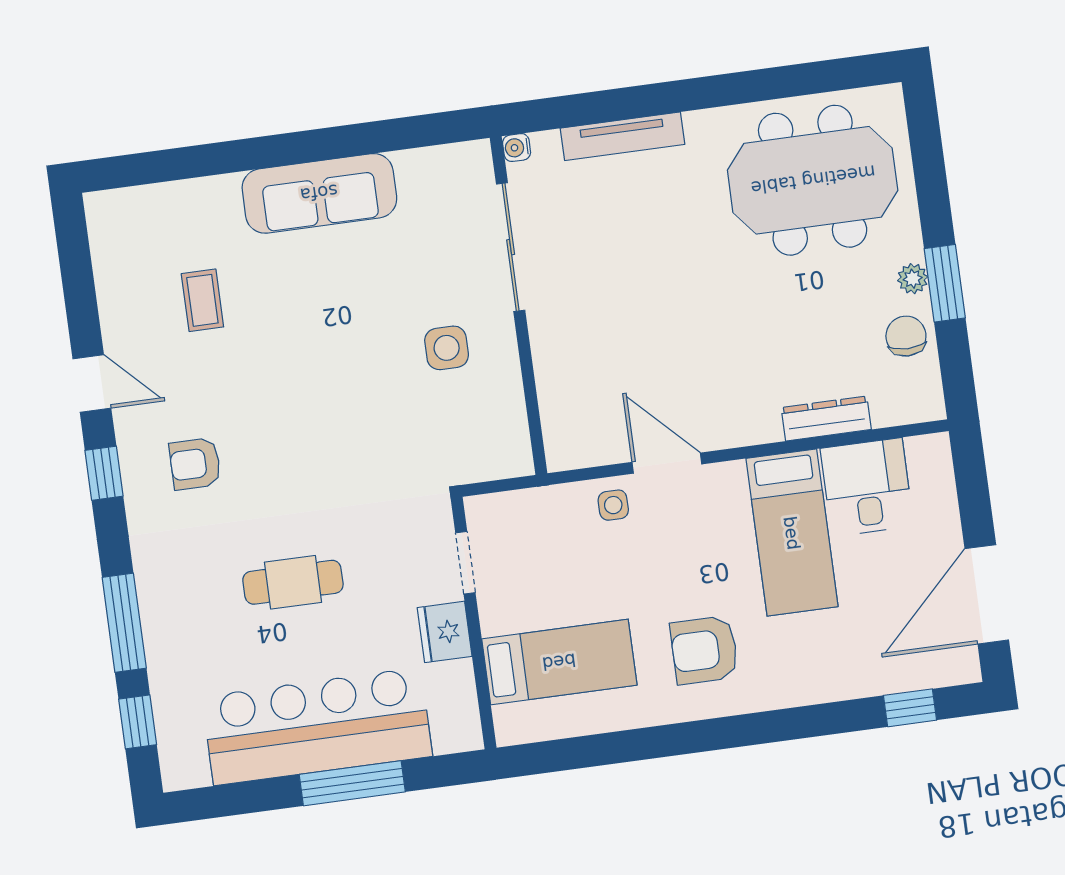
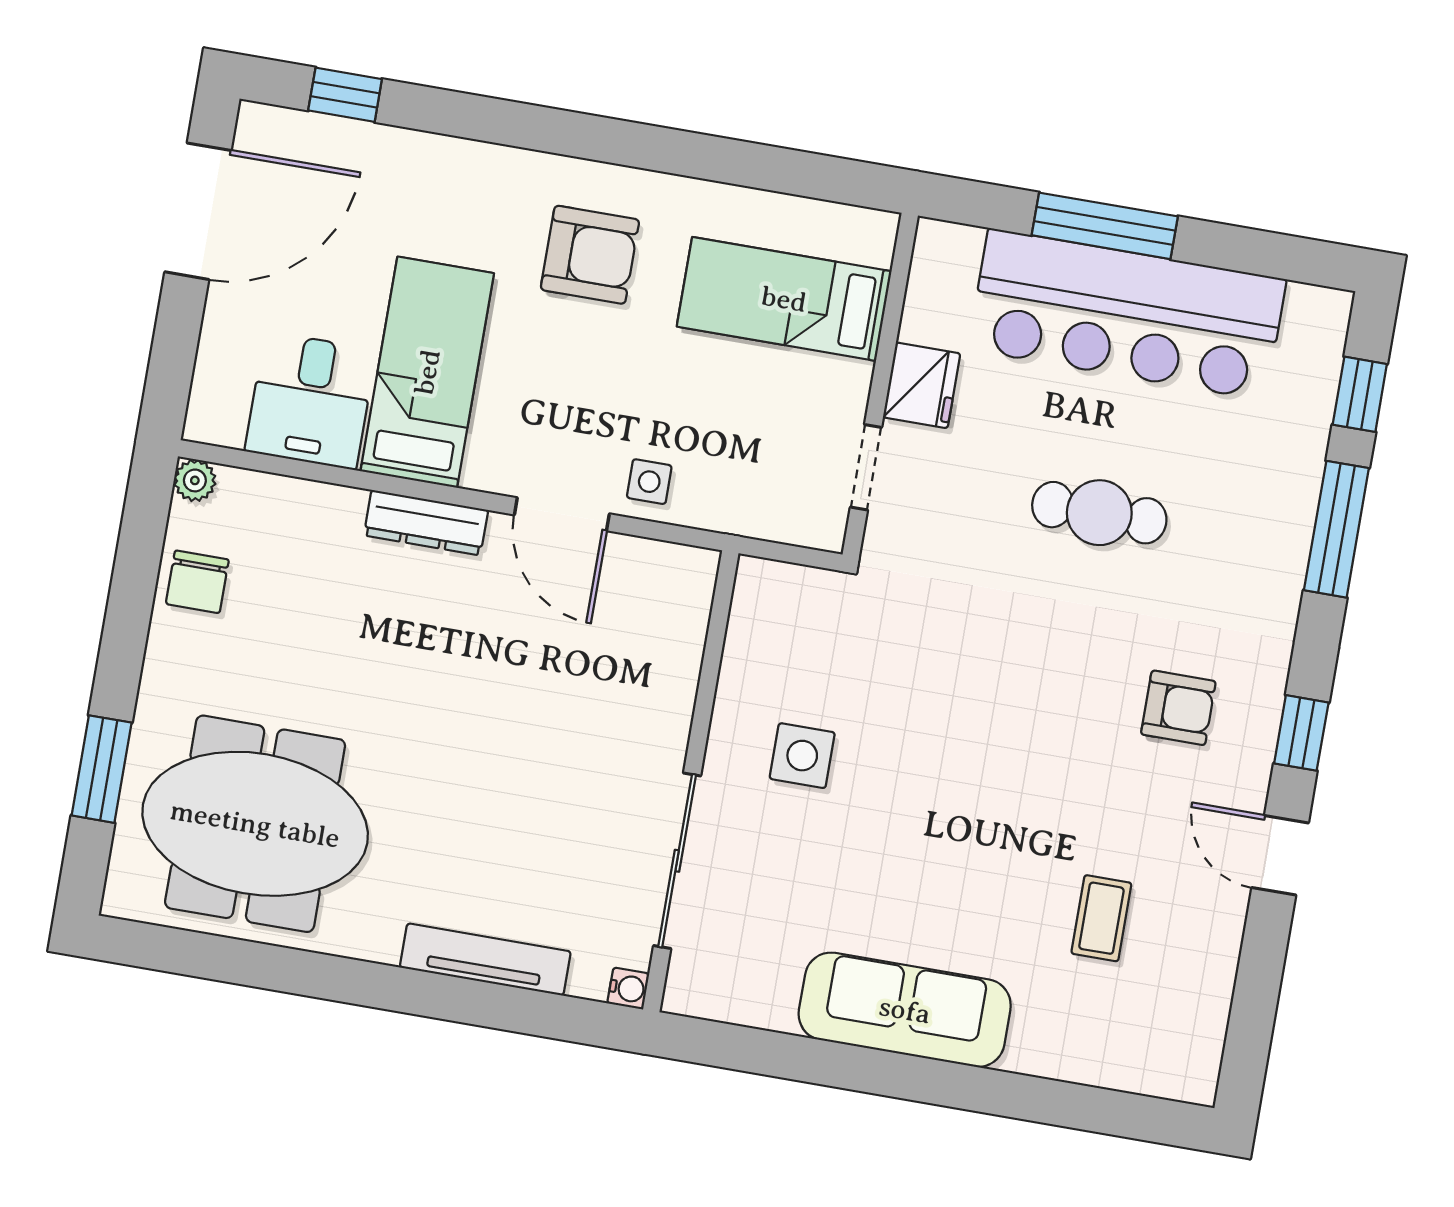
plant: (913, 279) -> (195, 480), moved
window: (945, 283) -> (102, 769), moved
dresser: (826, 419) -> (426, 523), moved

